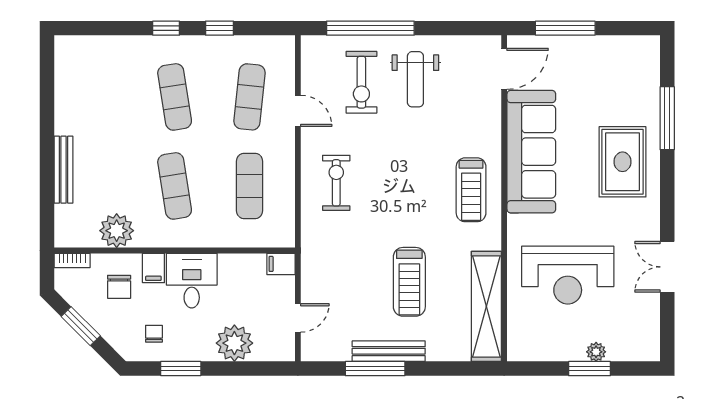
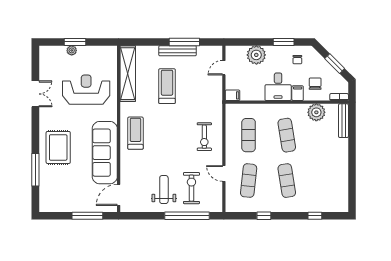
window: (166, 28) -> (315, 216), moved
bench: (64, 170) -> (343, 121), moved

